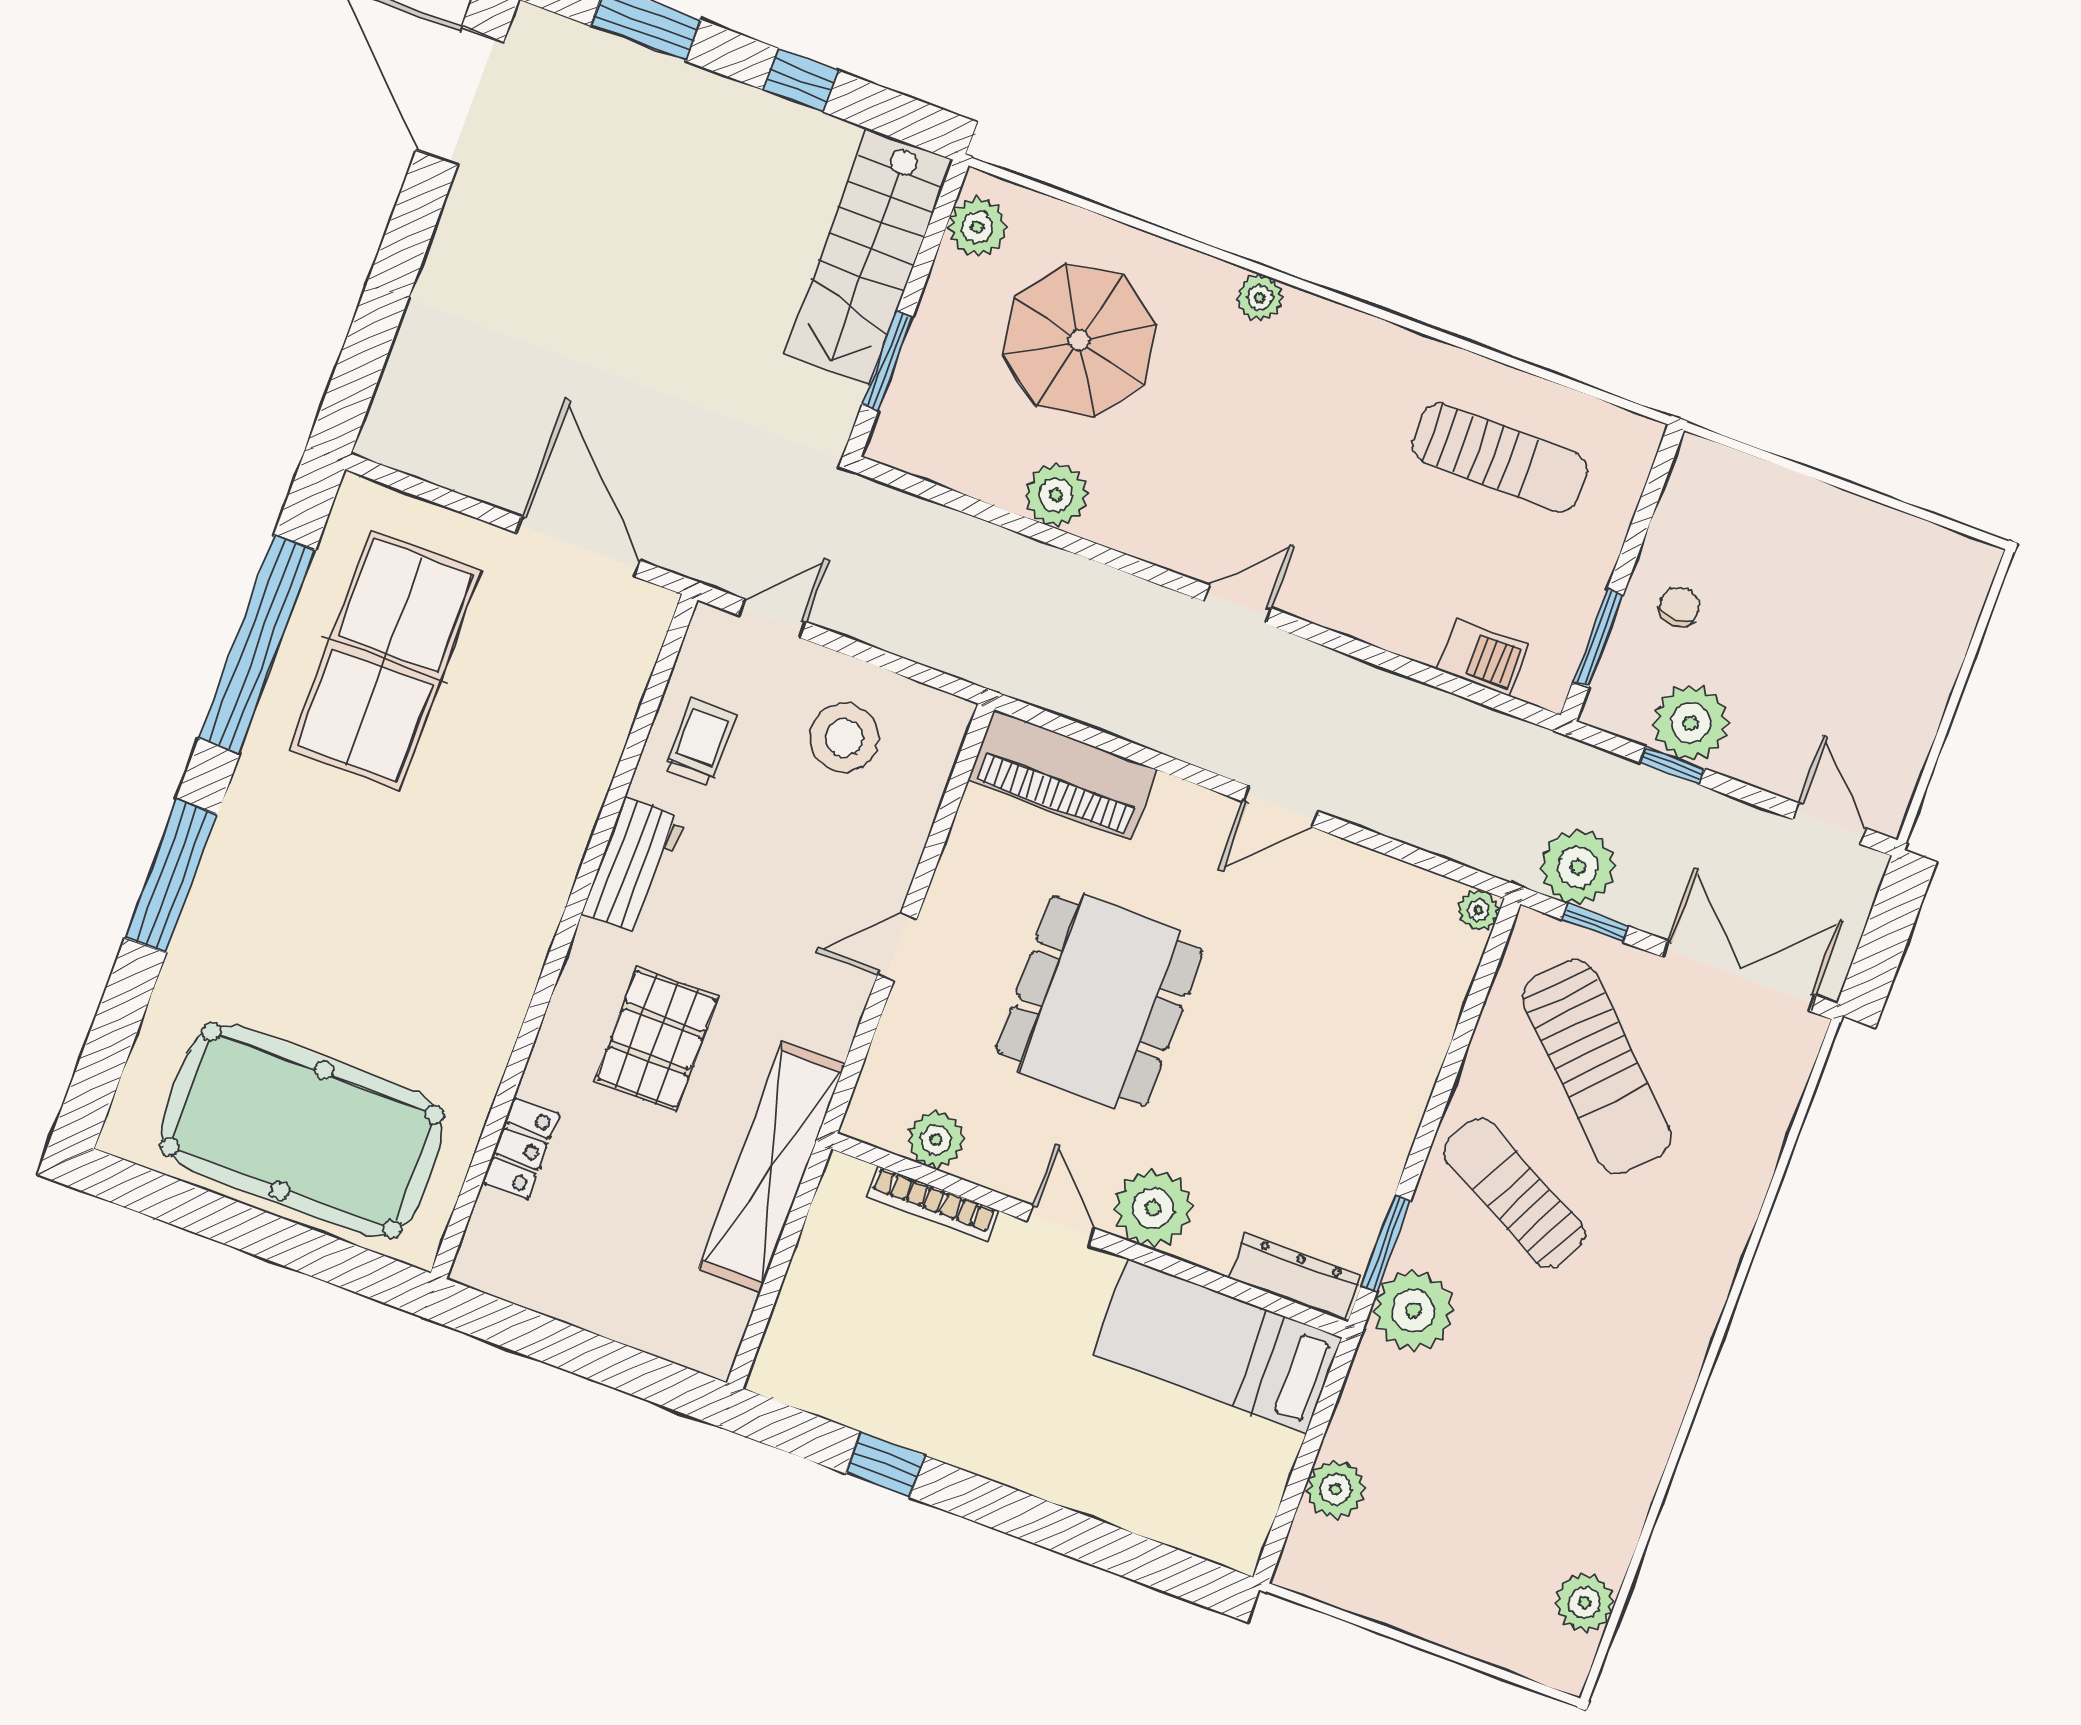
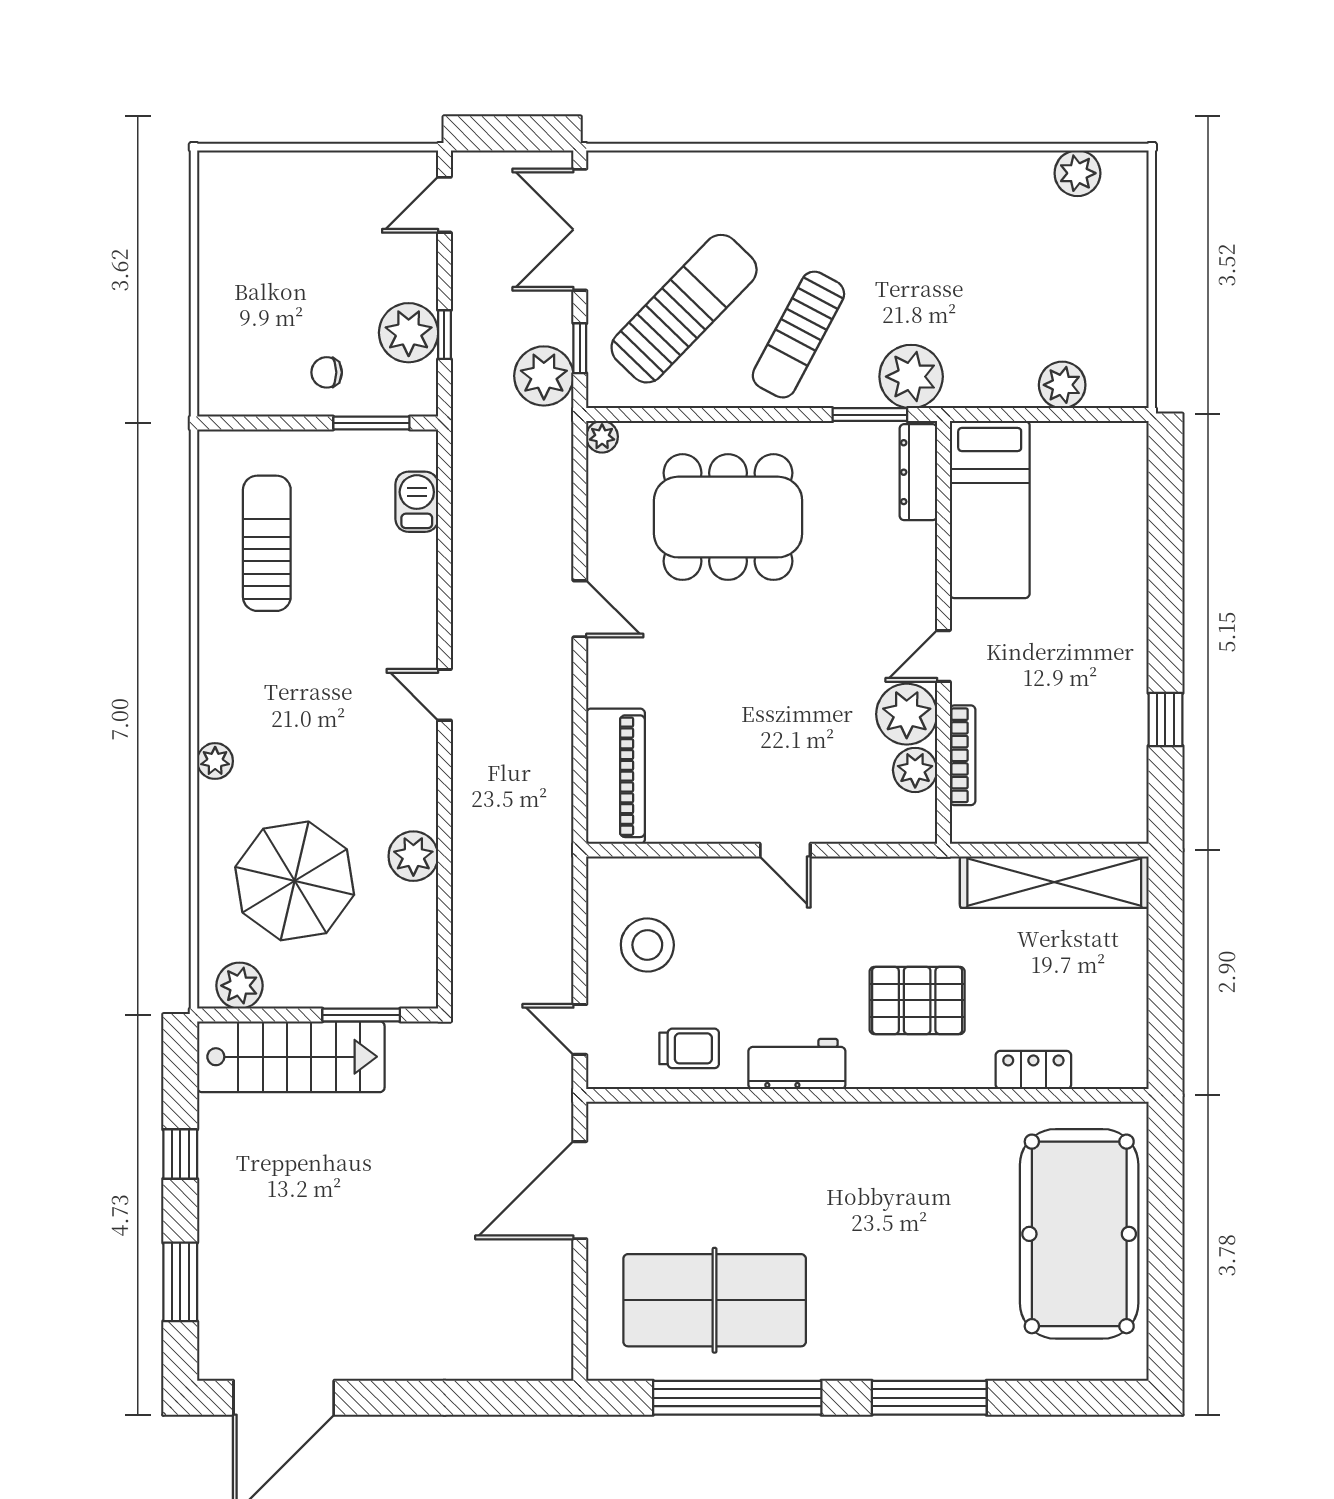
trolley: (701, 742) -> (689, 1048), turned 180
dining table: (1099, 1001) -> (728, 517), moved
shelving: (772, 1167) -> (1054, 882), moved
plant: (1153, 1208) -> (907, 714), moved

